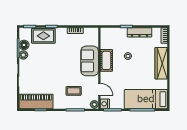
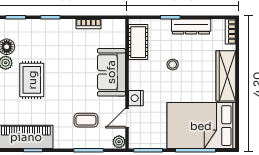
rug: (43, 36) -> (32, 80), moved, turned 90
cot: (106, 60) -> (138, 42), moved
door: (99, 90) -> (127, 118), swing flipped
bed: (146, 99) -> (201, 126), width x1.50
nightstand: (105, 104) -> (136, 98), moved

